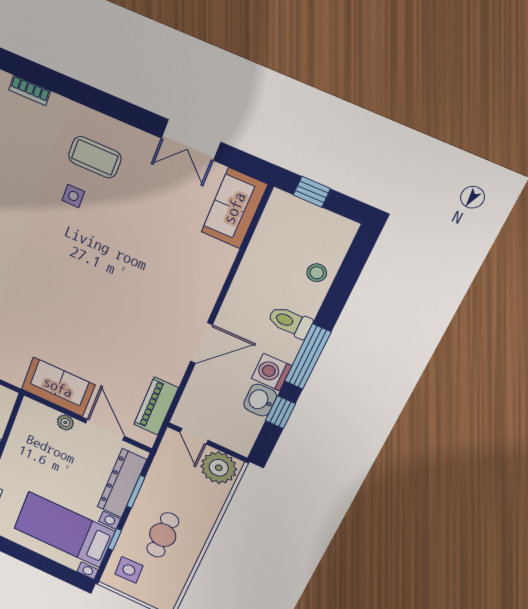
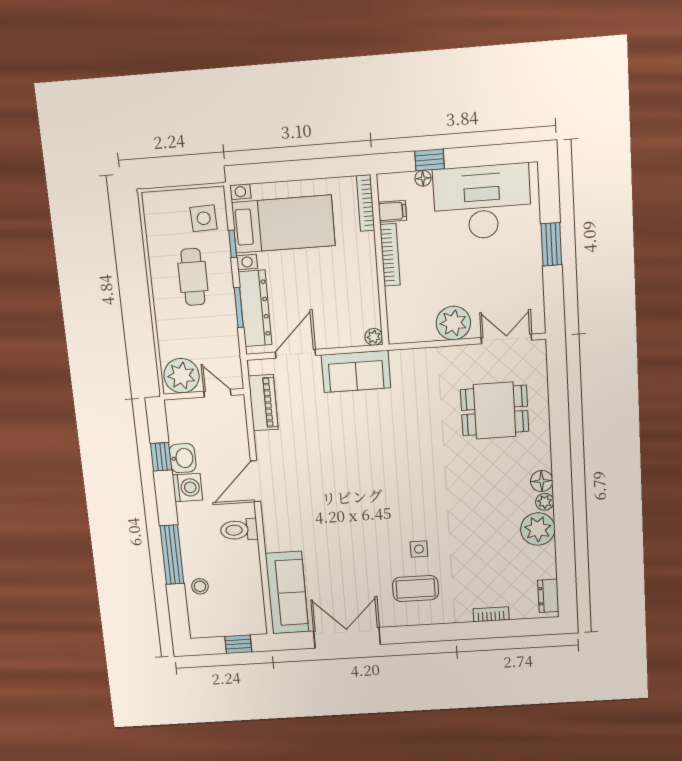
double door: (191, 140) -> (347, 638), width x1.37
sofa: (234, 208) -> (287, 593), width x1.36
toilet: (290, 322) -> (239, 530), moved, turned 180
window: (308, 357) -> (172, 555), moved
plant: (65, 423) -> (374, 337), moved
door: (105, 430) -> (296, 354), swing flipped

